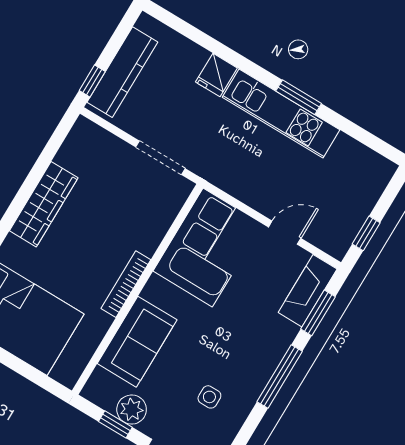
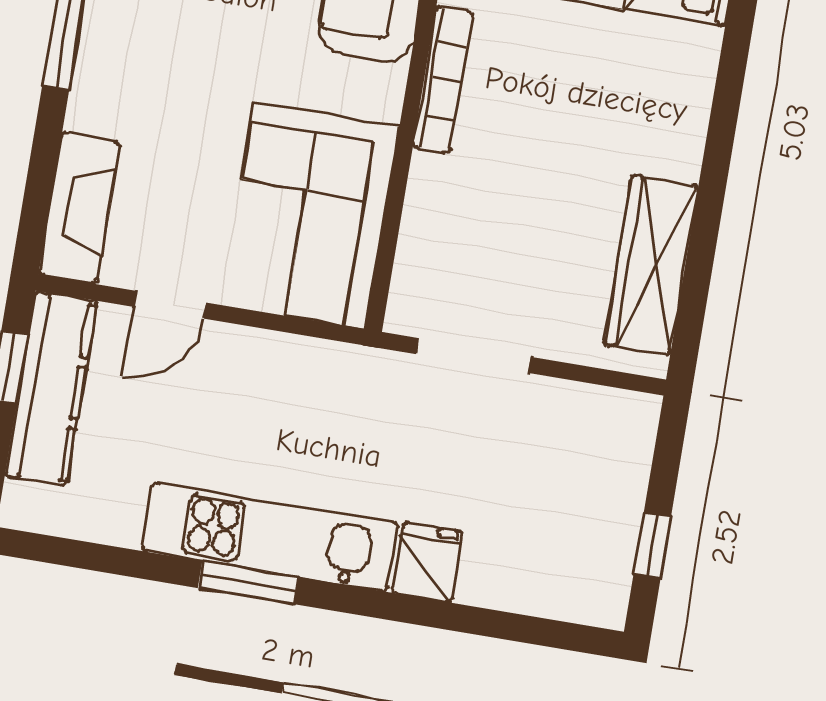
kitchen counter: (122, 72) -> (51, 388), moved, turned 180
window: (92, 81) -> (652, 546), moved
wardrobe: (44, 204) -> (652, 265), moved
window: (318, 313) -> (42, 173), removed

